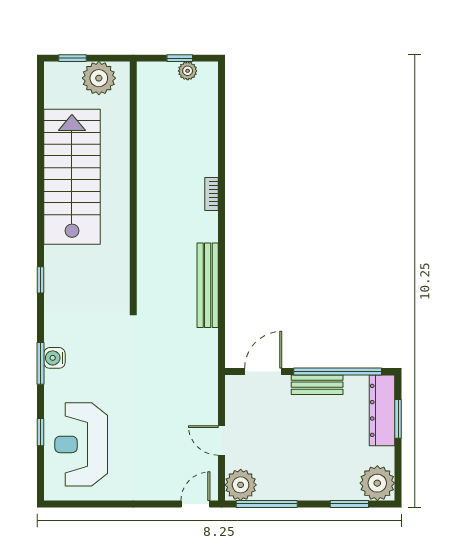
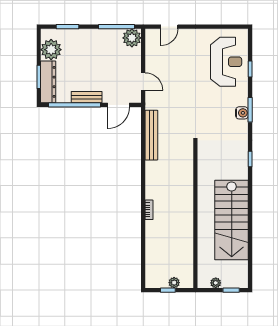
plant: (188, 71) -> (174, 283), moved
plant: (99, 78) -> (216, 283), width x0.53, depth x0.53
bench: (208, 285) -> (151, 135), moved
door: (221, 440) -> (143, 82), moved
plant: (377, 483) -> (51, 50), moved
door: (196, 504) -> (169, 27), moved

